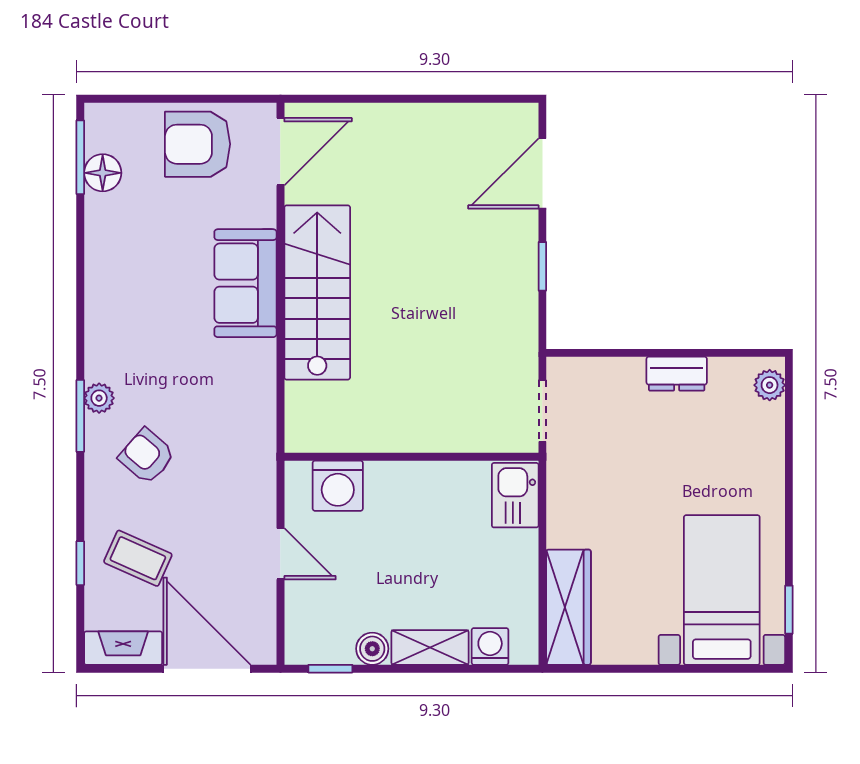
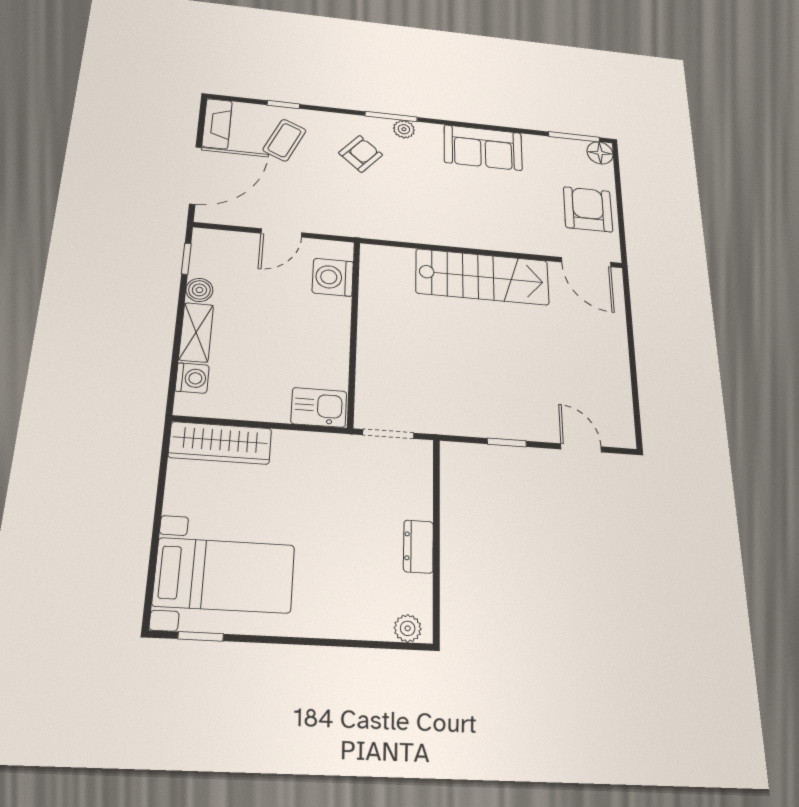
floor lamp: (103, 173) -> (600, 153), moved
door: (542, 174) -> (581, 448), width x0.73
sofa: (245, 283) -> (483, 148), moved, turned 180

